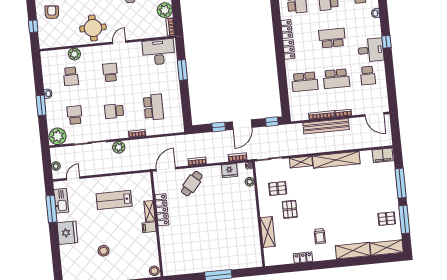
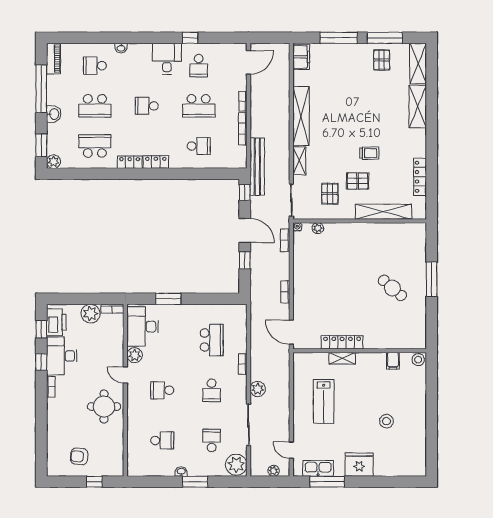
school desk: (332, 38) -> (147, 106), width x0.54
window: (386, 42) -> (190, 38), moved
plant: (74, 54) -> (135, 355), moved
school desk: (368, 76) -> (199, 66), turned 90
school desk: (336, 79) -> (199, 106), turned 90
school desk: (305, 82) -> (199, 146), width x0.54
school desk: (154, 107) -> (212, 340), turned 90
school desk: (75, 115) -> (212, 440), turned 90
bench: (326, 126) -> (257, 167), moved
fridge: (229, 171) -> (301, 252), removed
cafe table: (192, 184) -> (392, 288), moved
filing cabinet: (149, 227) -> (393, 361), moved
shelving: (268, 232) -> (383, 212), width x1.47
trolley: (320, 236) -> (369, 153), moved
locker: (303, 257) -> (420, 177), width x1.53

